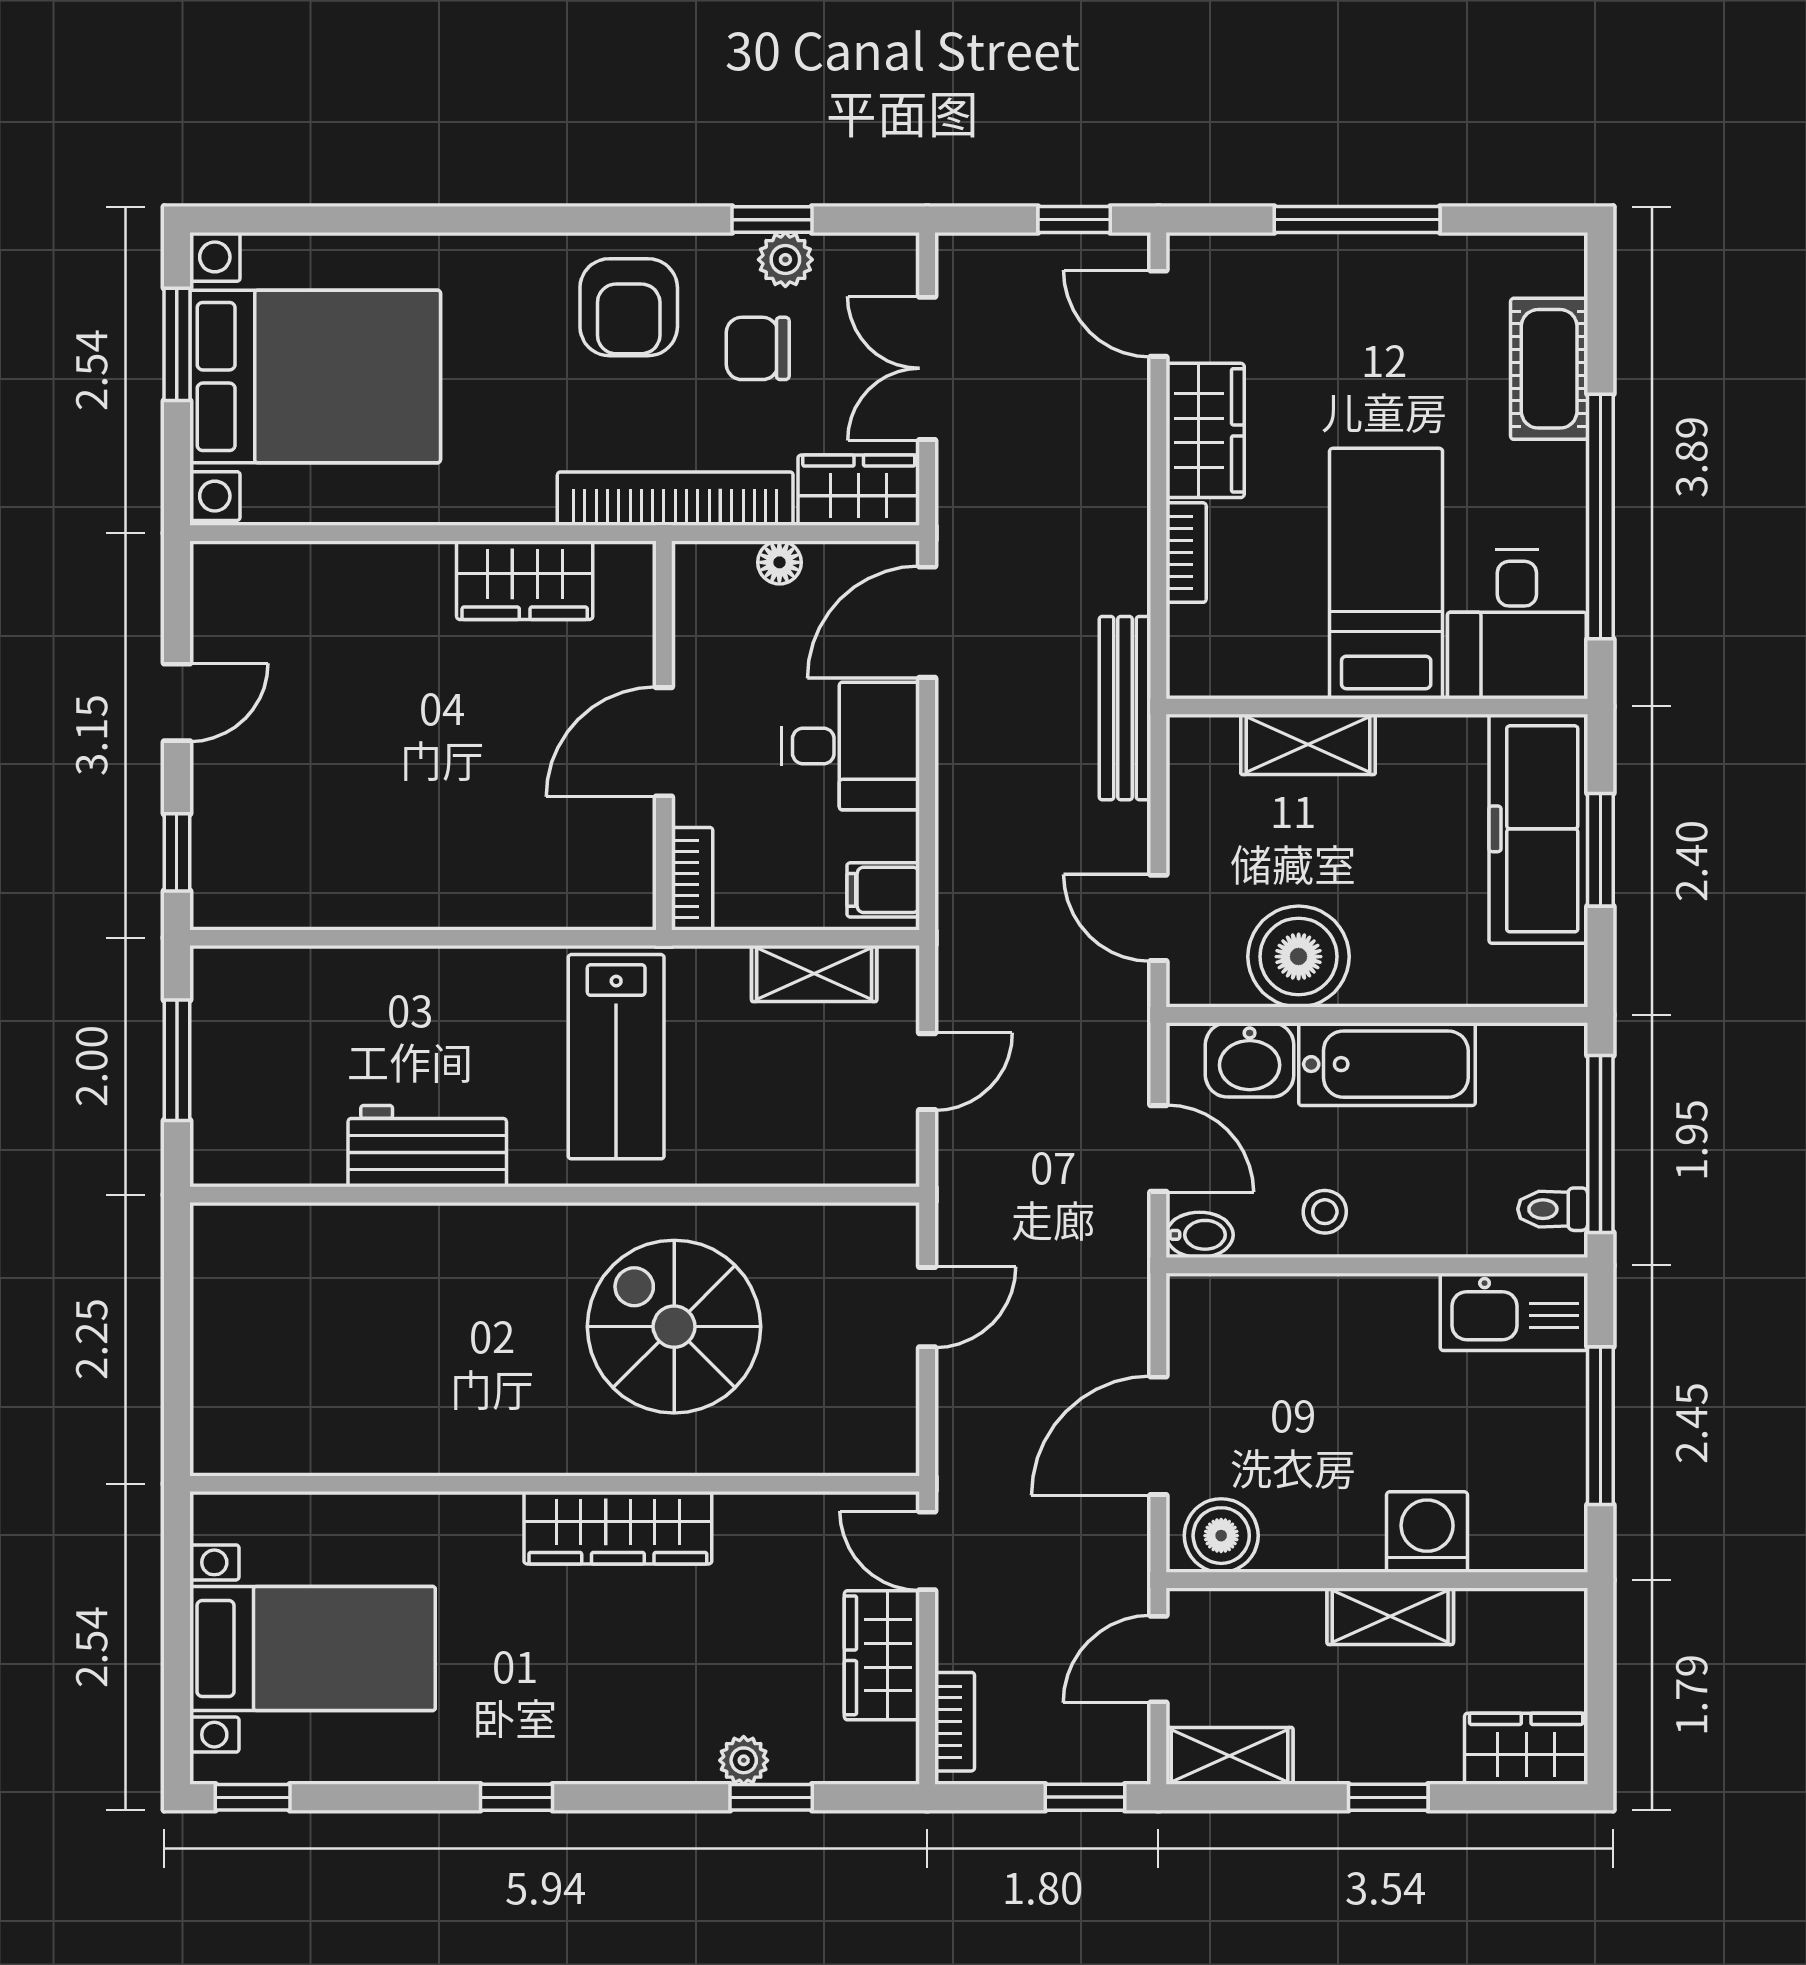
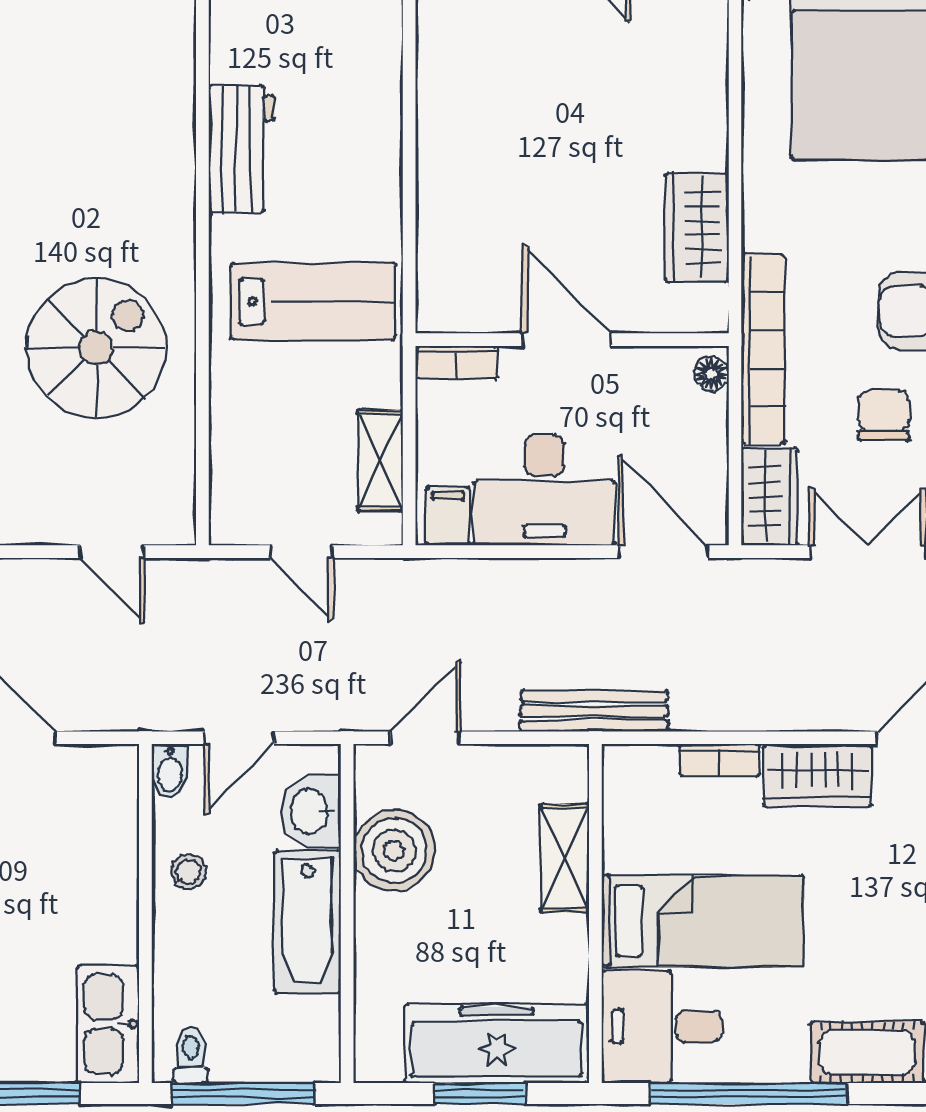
floor lamp: (779, 562) -> (711, 374), moved
desk: (851, 746) -> (544, 490), width x1.37
lab bench: (616, 1057) -> (313, 301), turned 180

